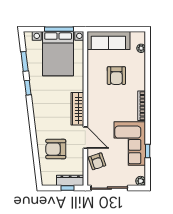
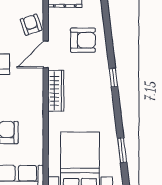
window: (28, 88) -> (113, 78), moved
door: (85, 138) -> (46, 54), hinge flipped

